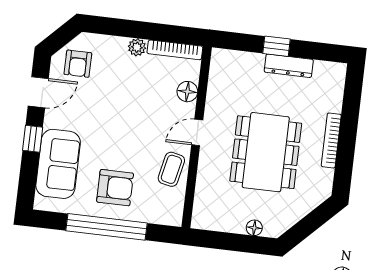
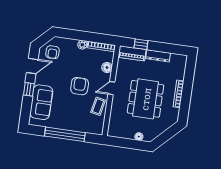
window: (277, 46) -> (141, 44), moved
piano: (237, 62) -> (132, 53), added
armchair: (115, 188) -> (80, 86), moved, turned -90

